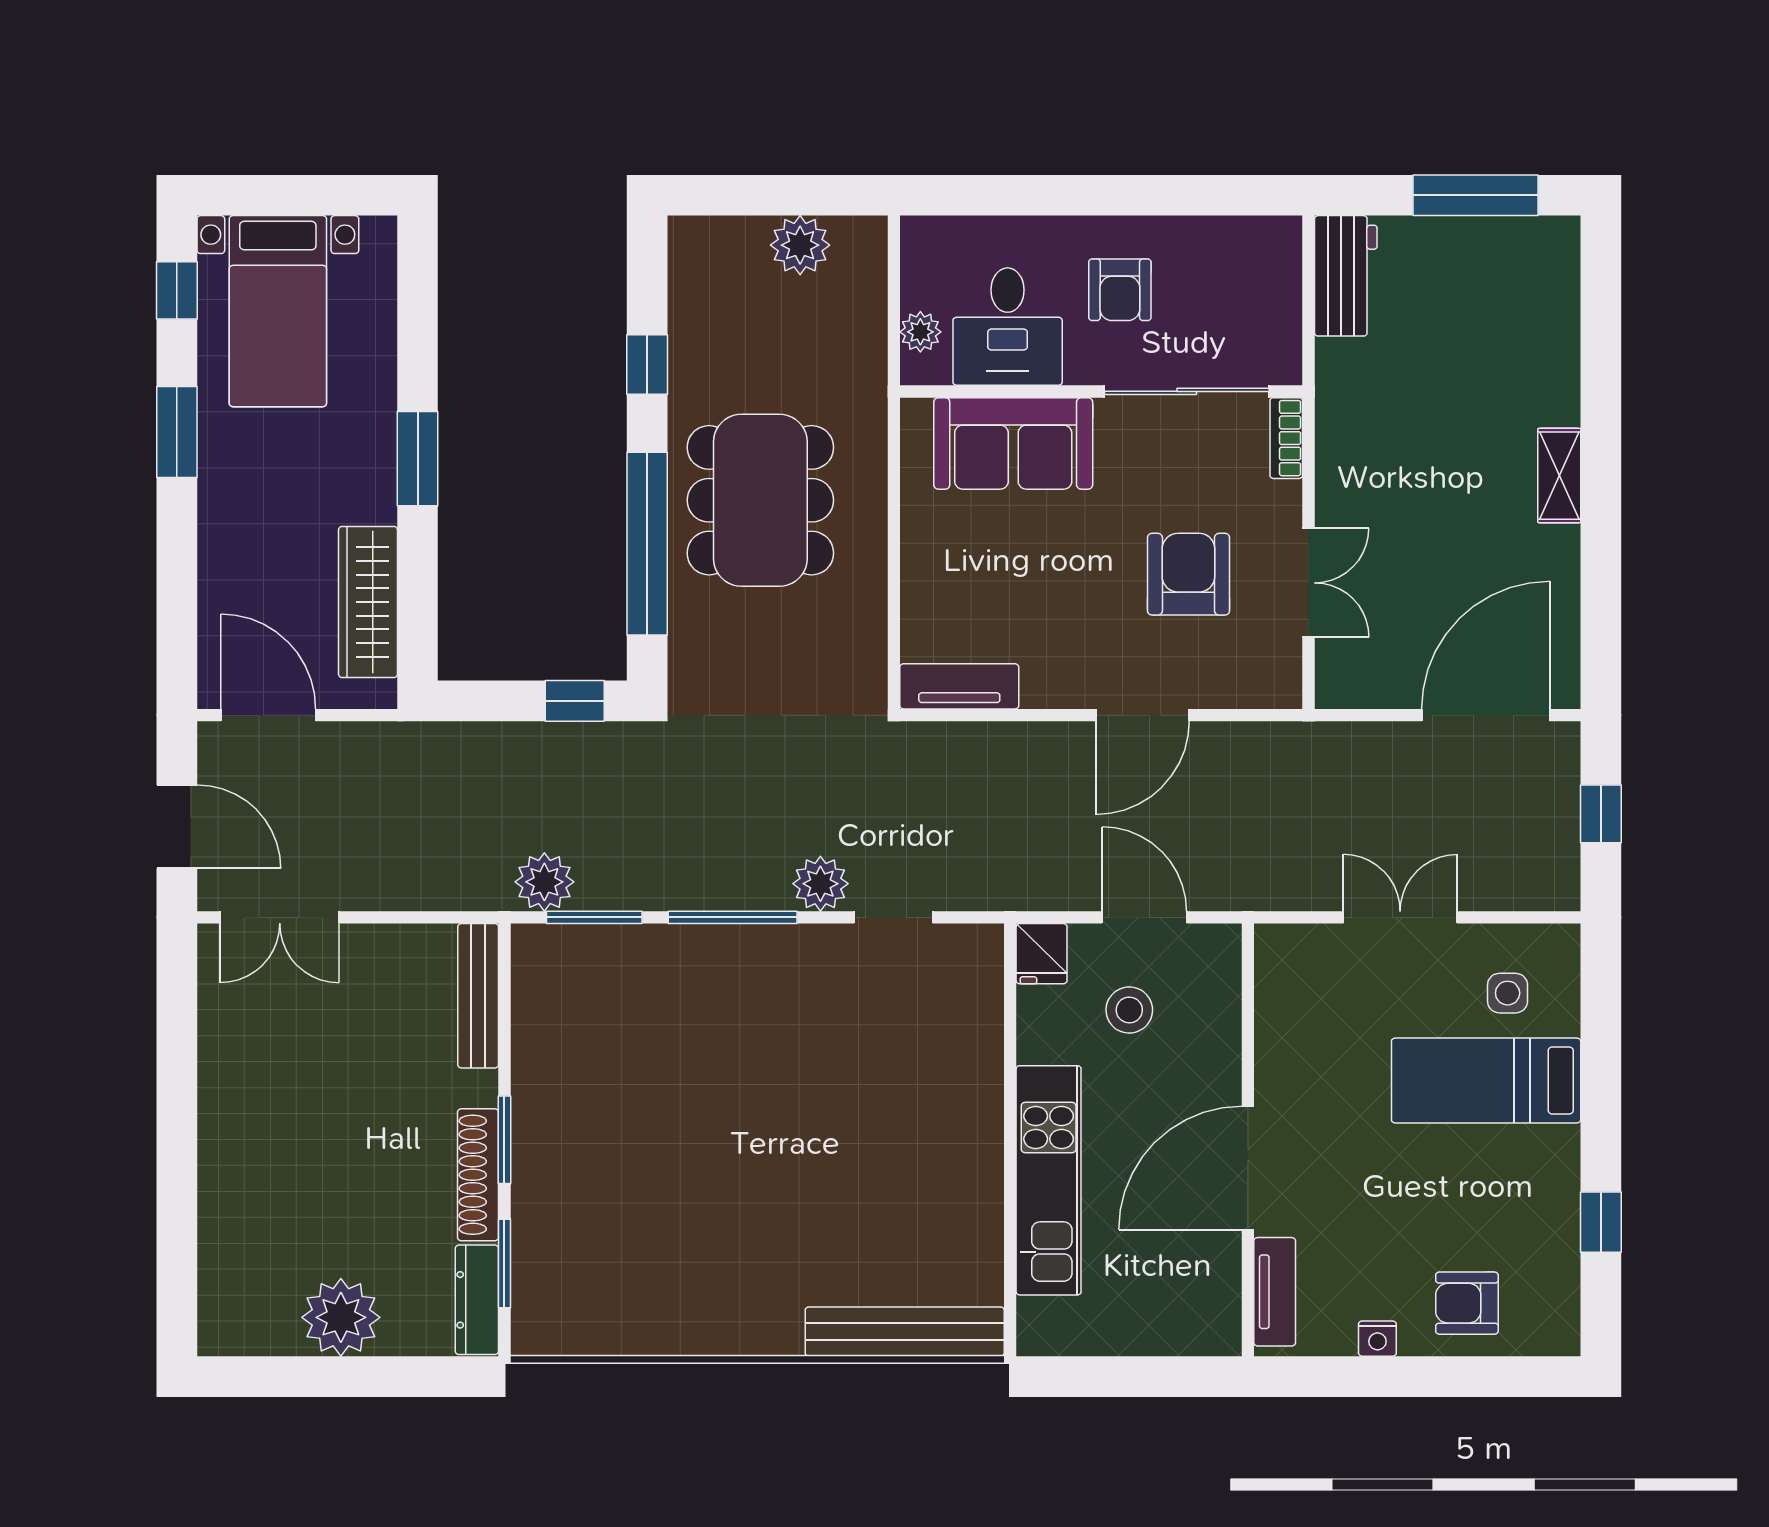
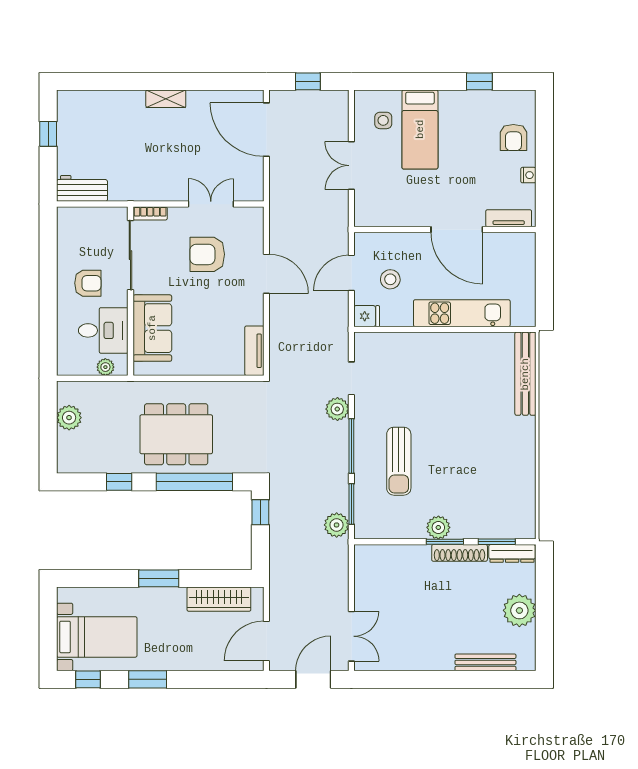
window: (1476, 195) -> (48, 134), width x0.46
bench: (478, 996) -> (485, 662), moved
sun lounger: (696, 1030) -> (399, 461), added
plant: (538, 1124) -> (438, 527), added

